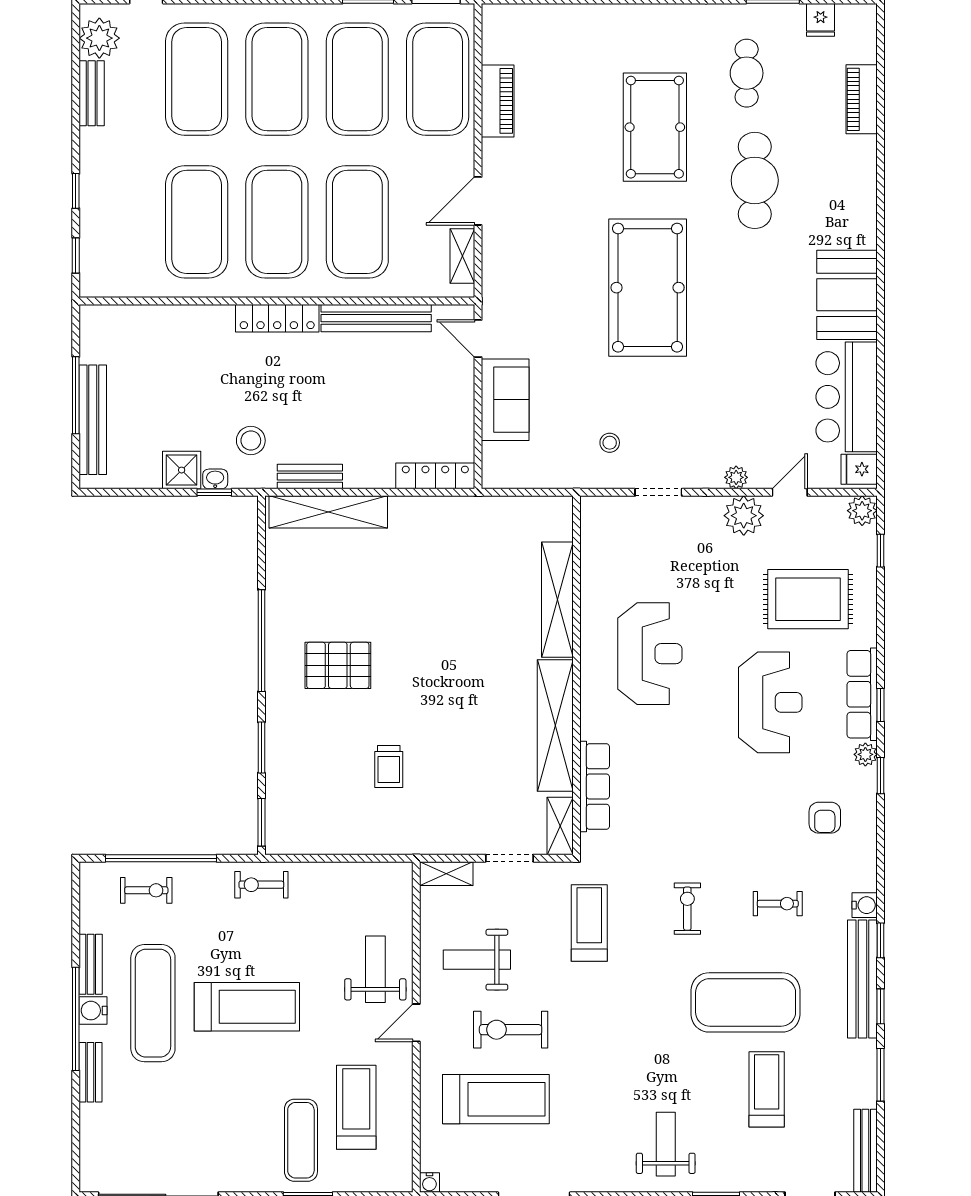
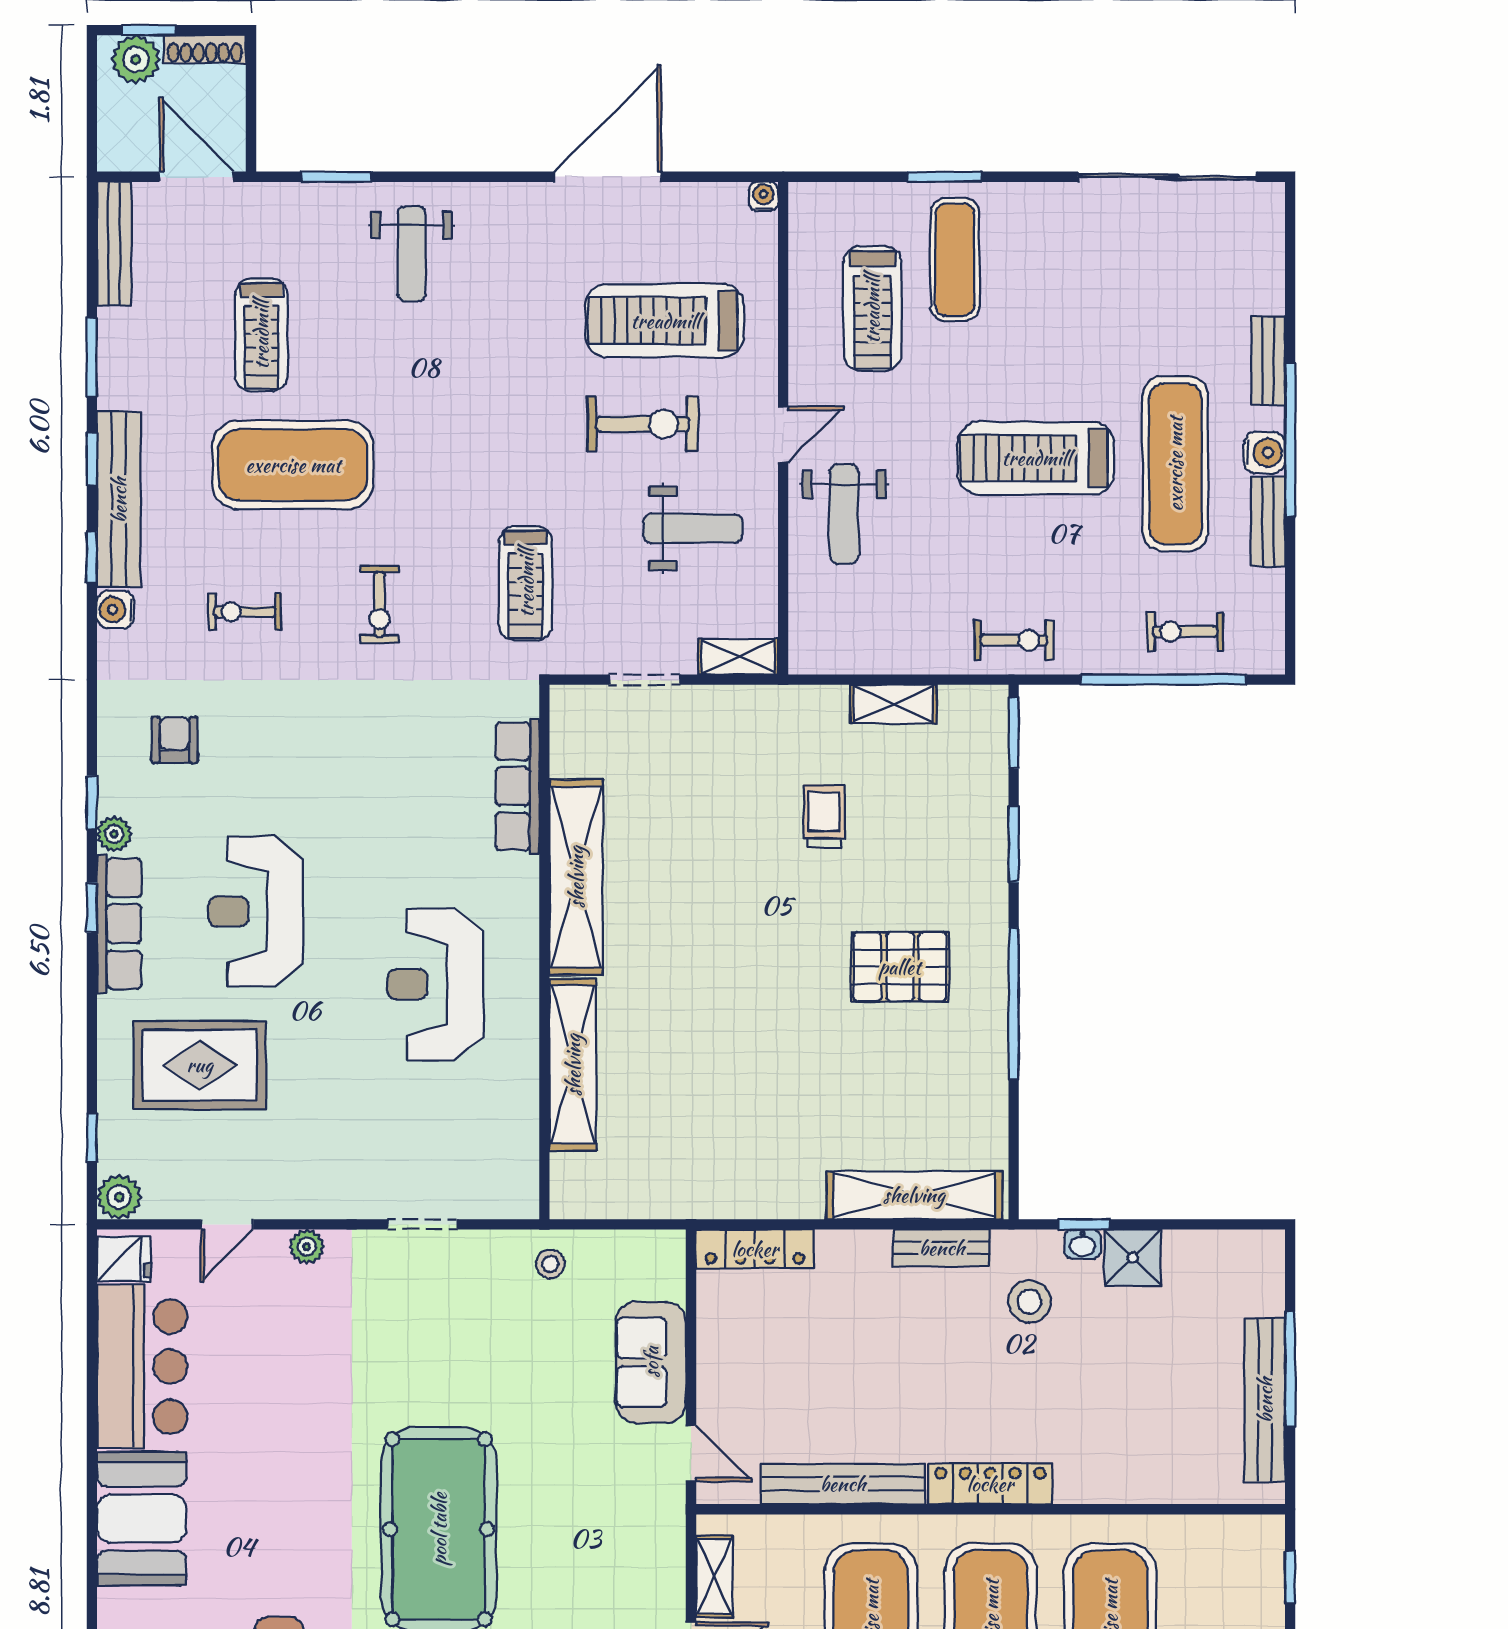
bench: (93, 420) -> (1265, 1400), moved
stool: (610, 443) -> (550, 1264), moved
plant: (744, 516) -> (295, 1190), removed
shelving: (560, 826) -> (893, 704), moved, turned 90

